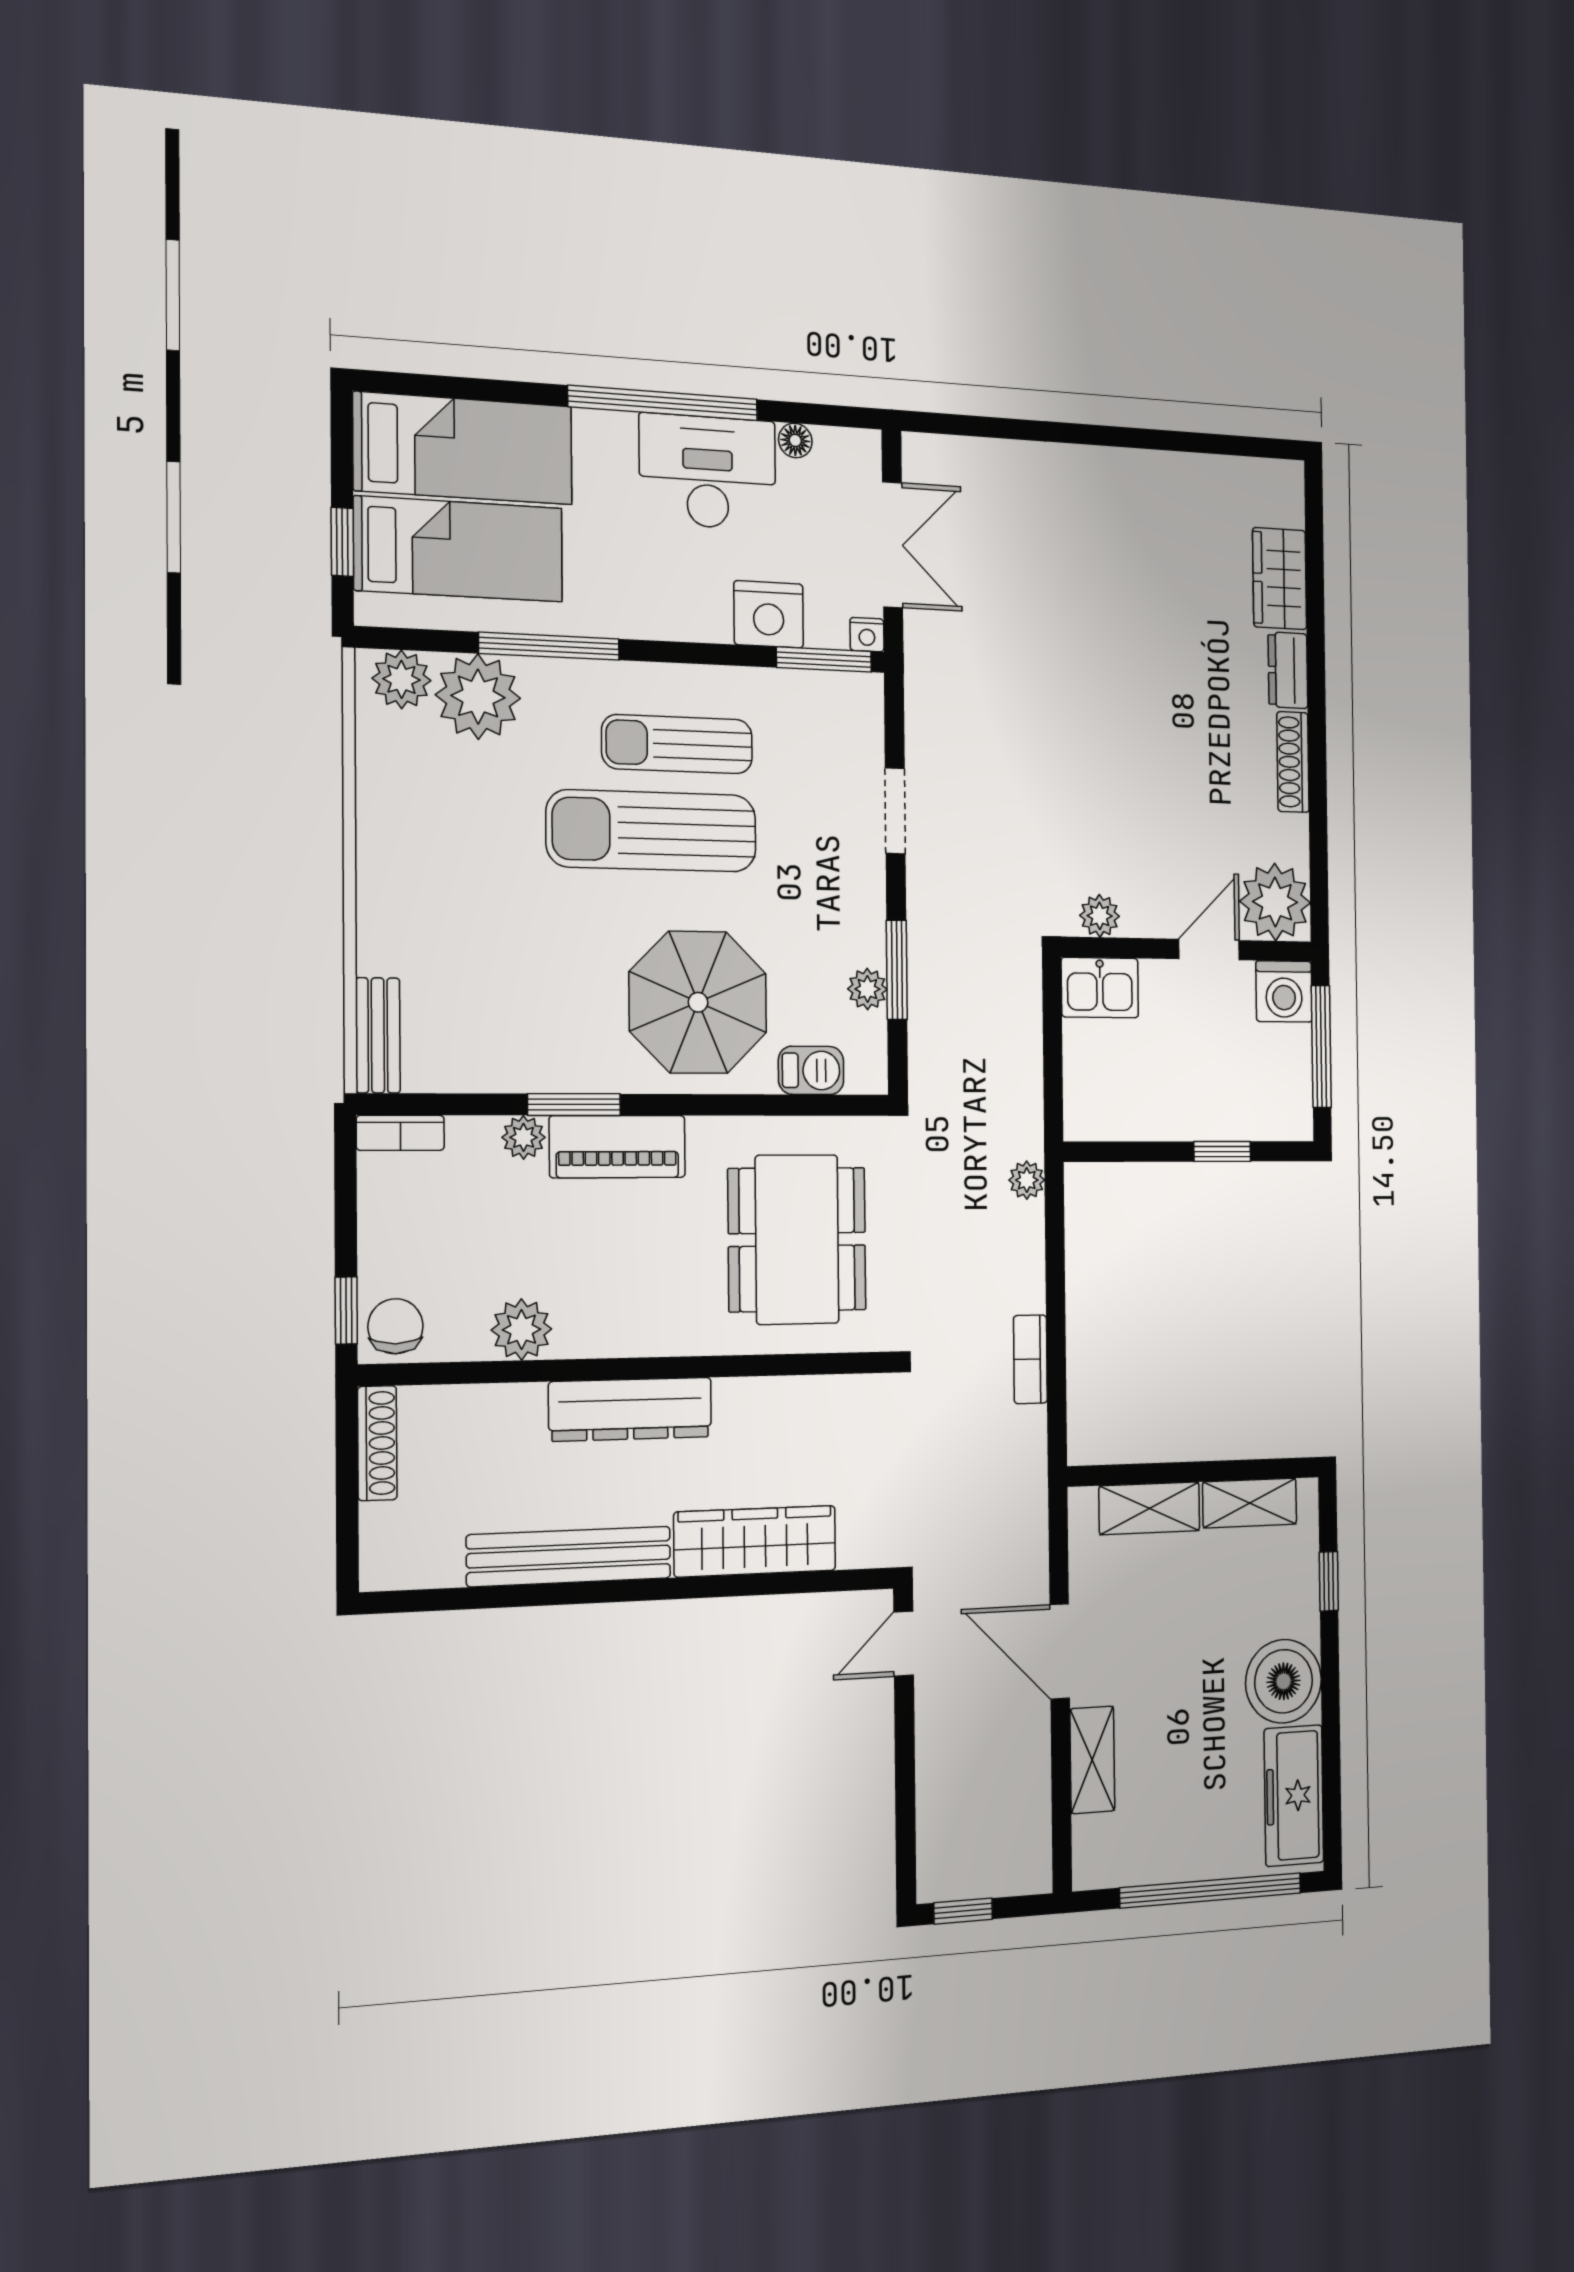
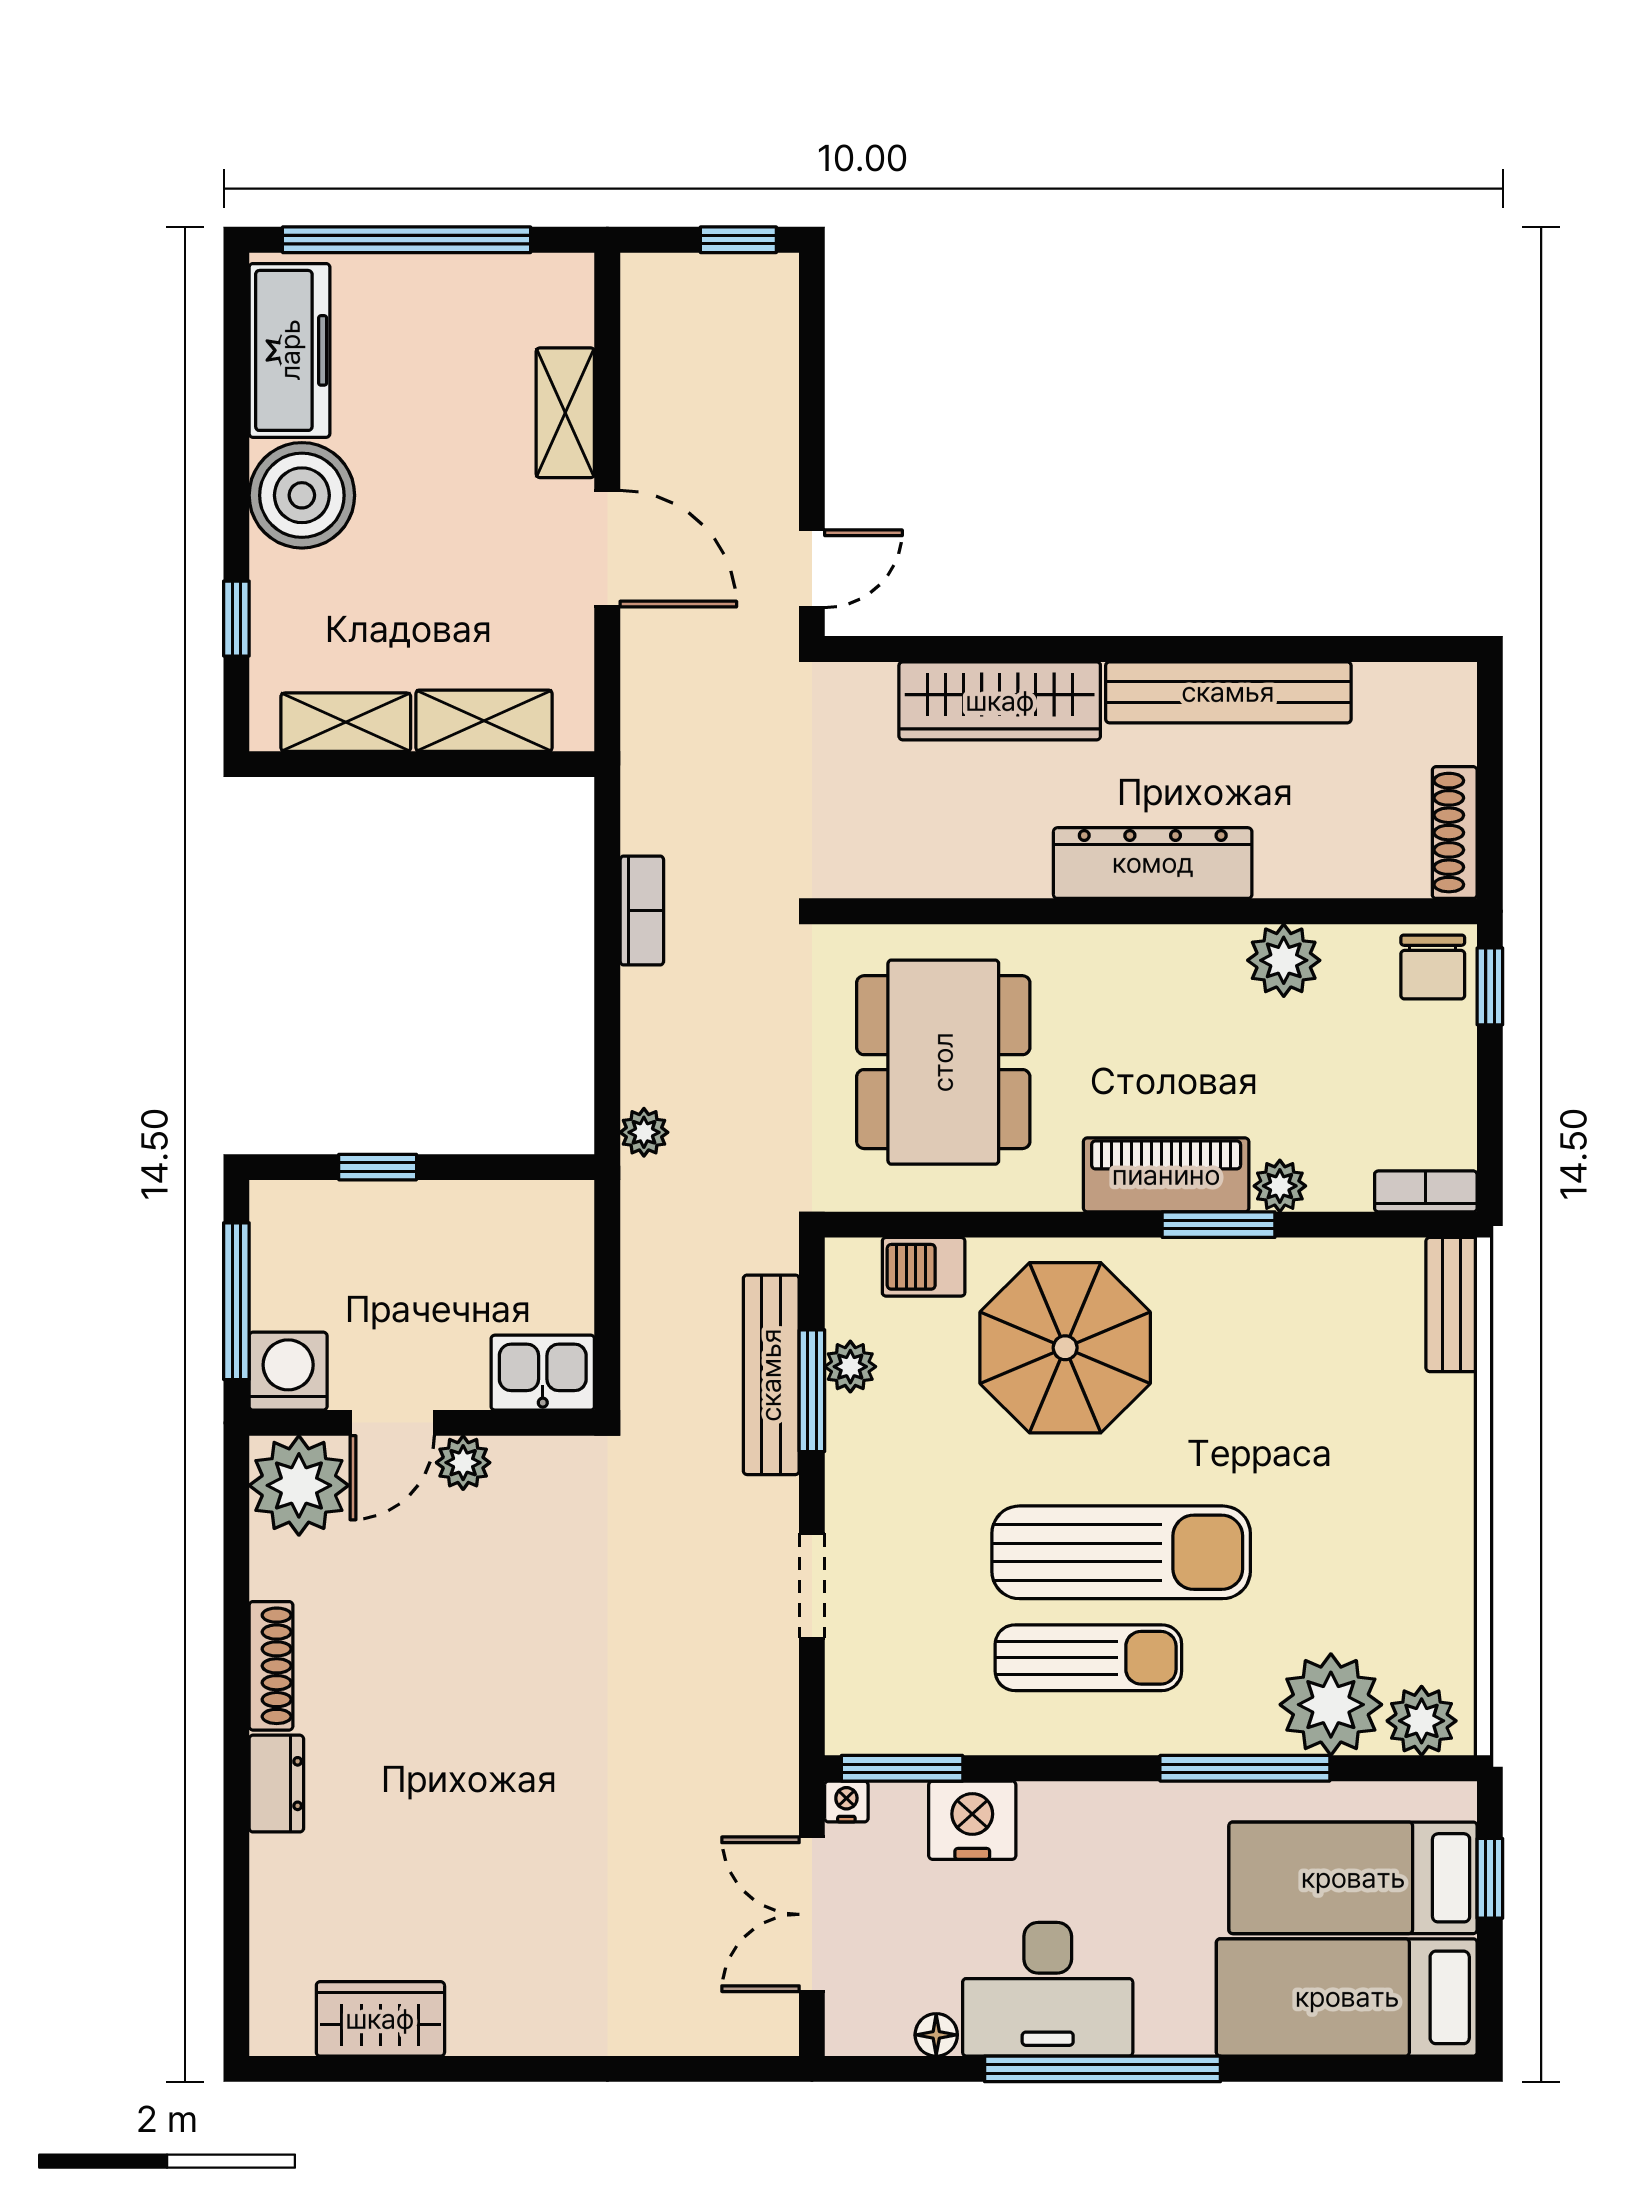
wardrobe: (1280, 579) -> (380, 2019), moved, turned -90
plant: (1100, 916) -> (463, 1463), moved
bench: (928, 983) -> (771, 1375), added

